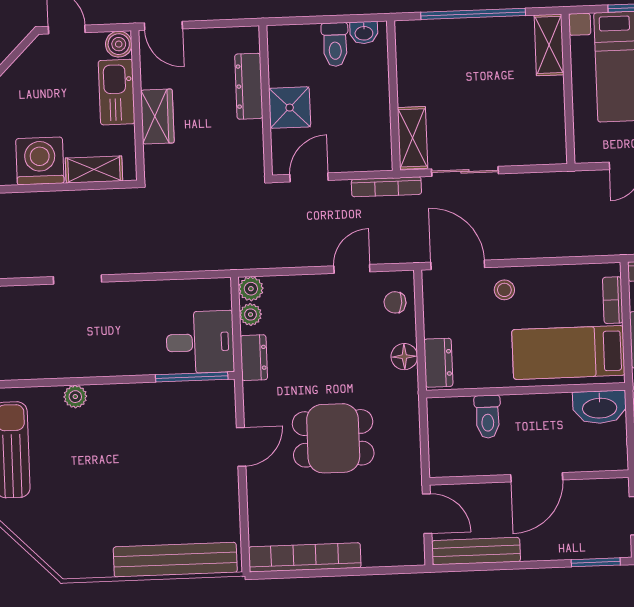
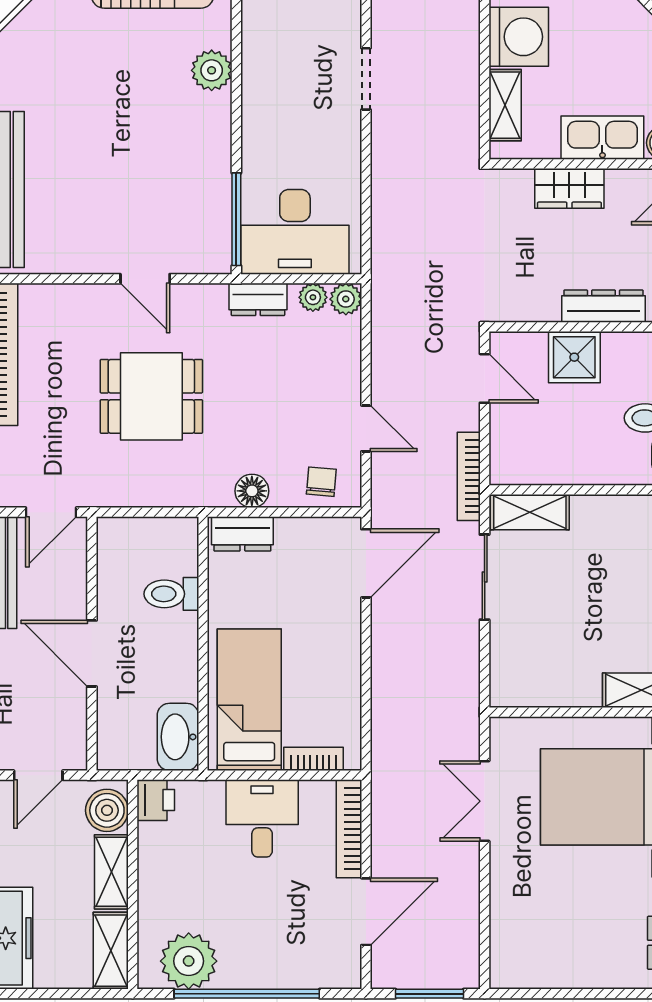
stool: (504, 290) -> (332, 621), removed
desk: (200, 342) -> (295, 232), width x1.37
plant: (75, 397) -> (212, 70), width x1.38, depth x1.38
dining table: (333, 438) -> (151, 396), turned 90

